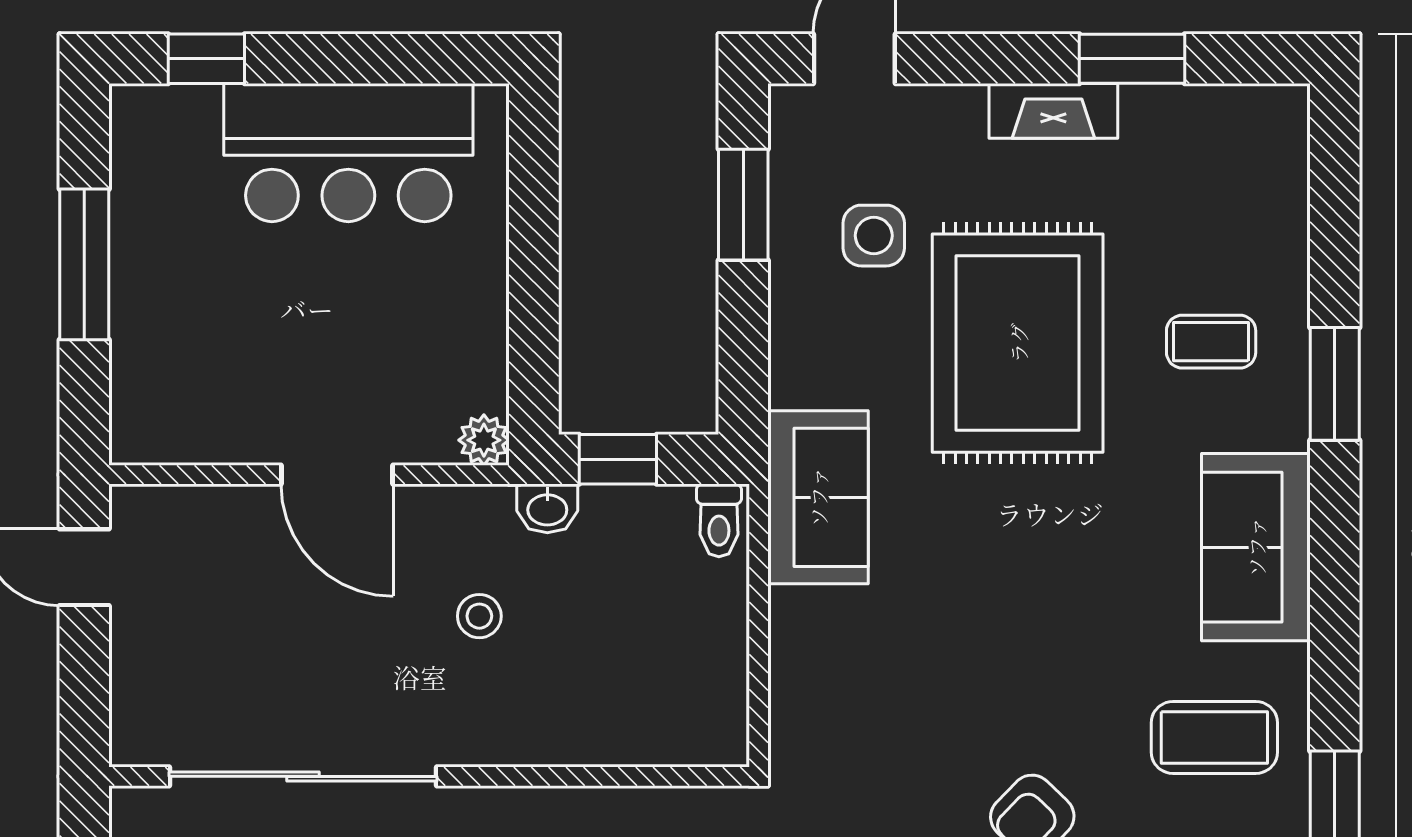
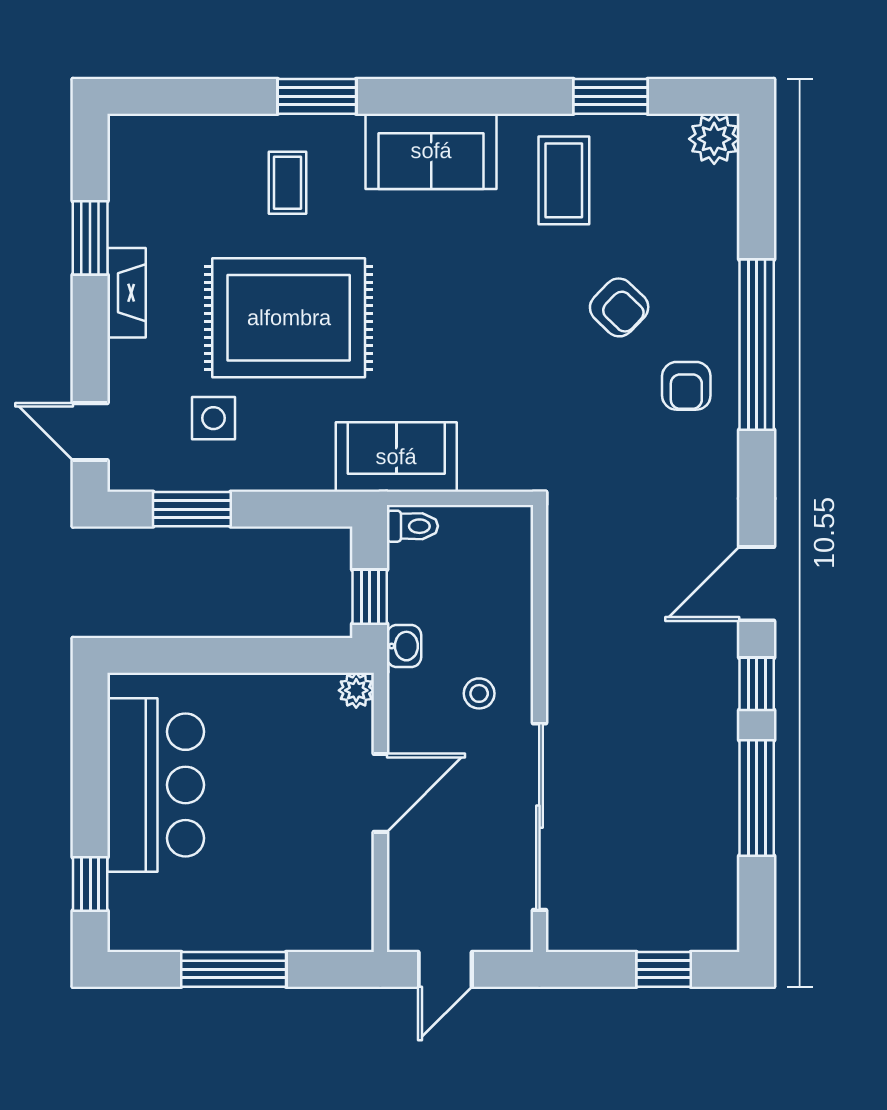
sliding door: (303, 776) -> (539, 817), moved
wall: (429, 776) -> (539, 728), moved

